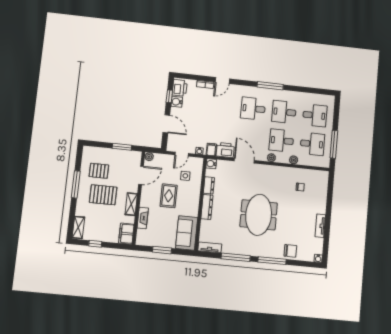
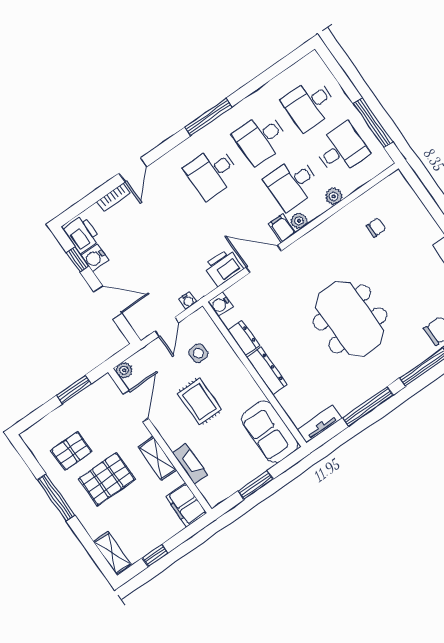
desk: (315, 115) -> (310, 104), turned 180
filing cabinet: (211, 149) -> (282, 228), moved

